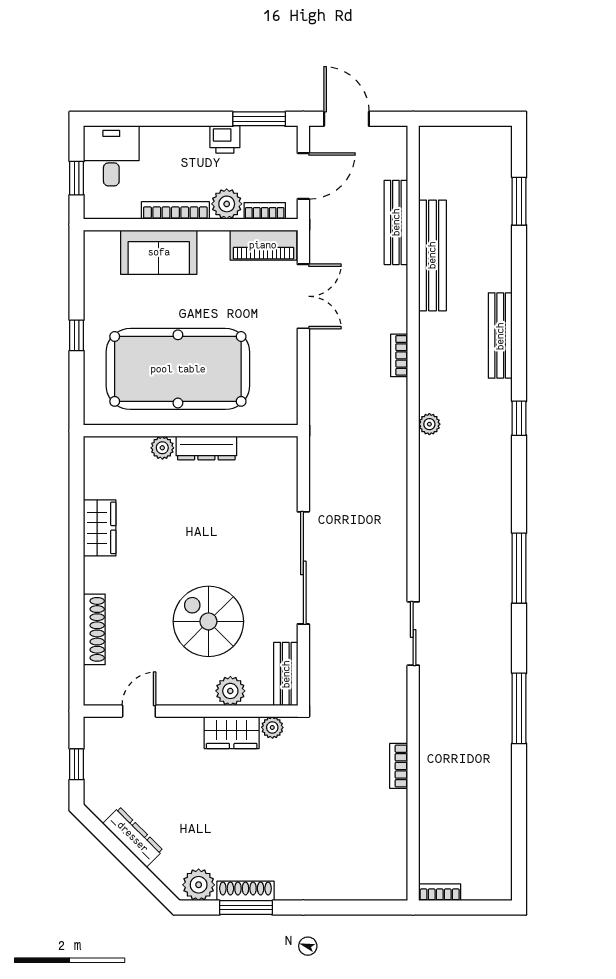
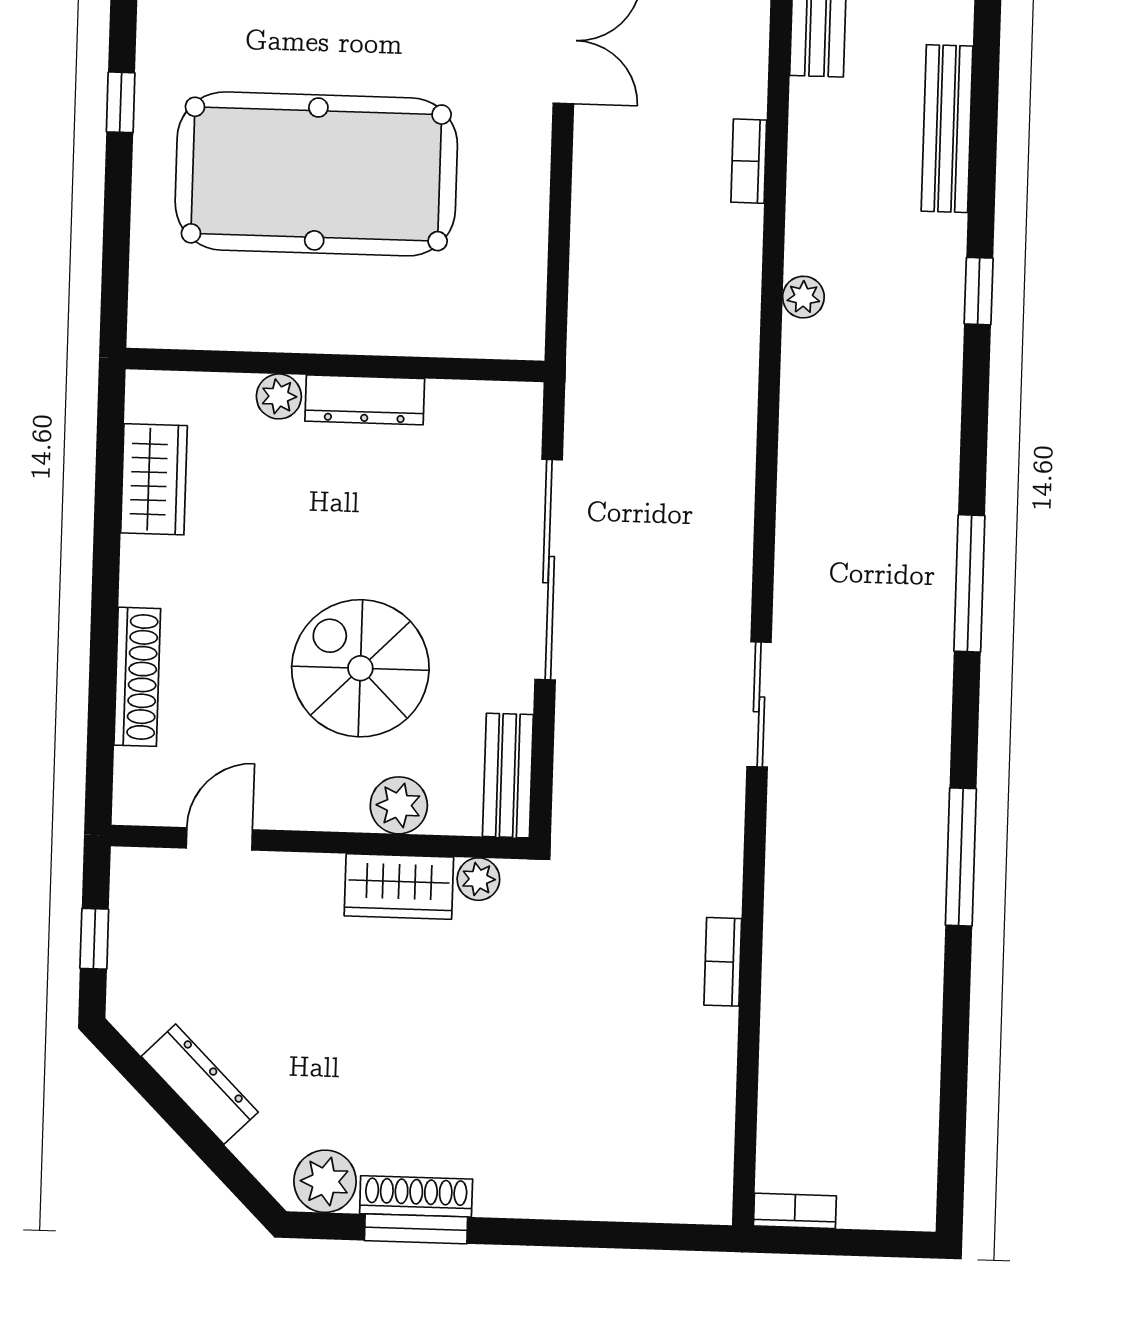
wall: (191, 431) -> (335, 365), moved
plant: (162, 448) -> (279, 396), moved
dresser: (206, 448) -> (365, 400), moved

